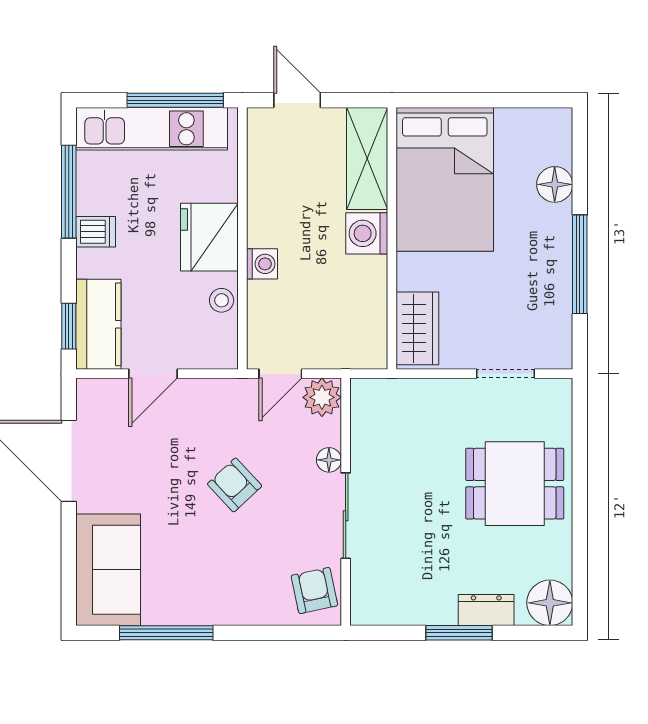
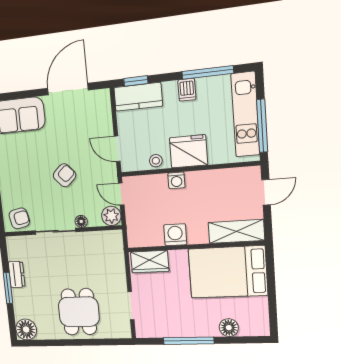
washing machine: (367, 233) -> (175, 235), moved
door: (153, 374) -> (117, 149), moved
dresser: (486, 610) -> (17, 274), moved

